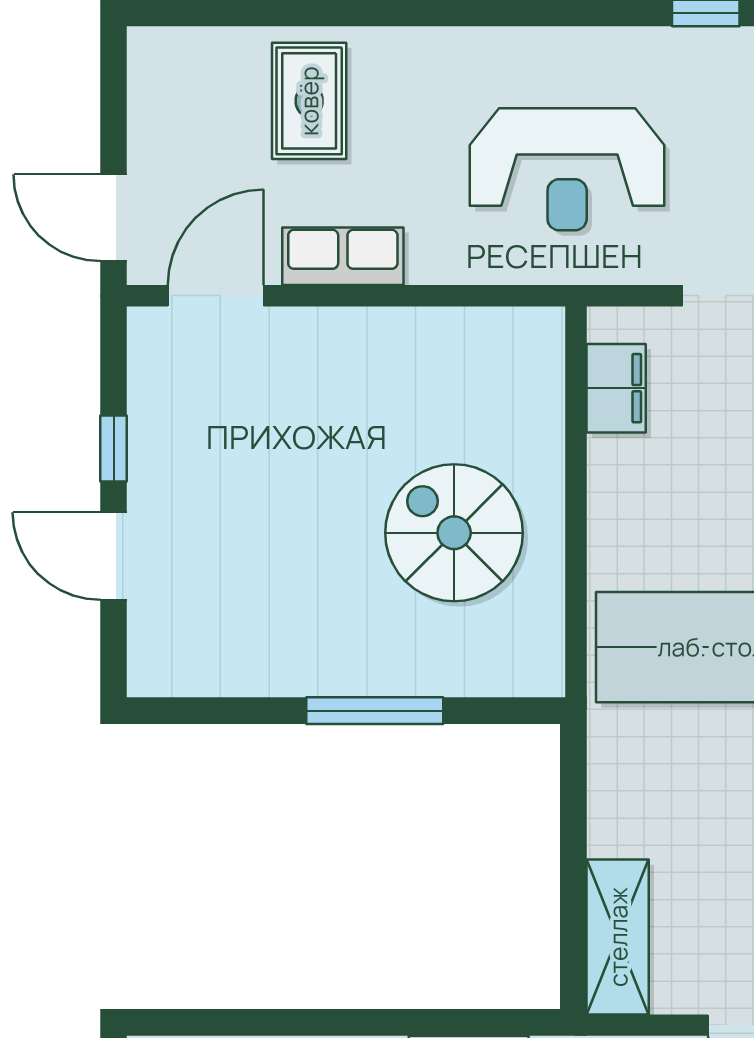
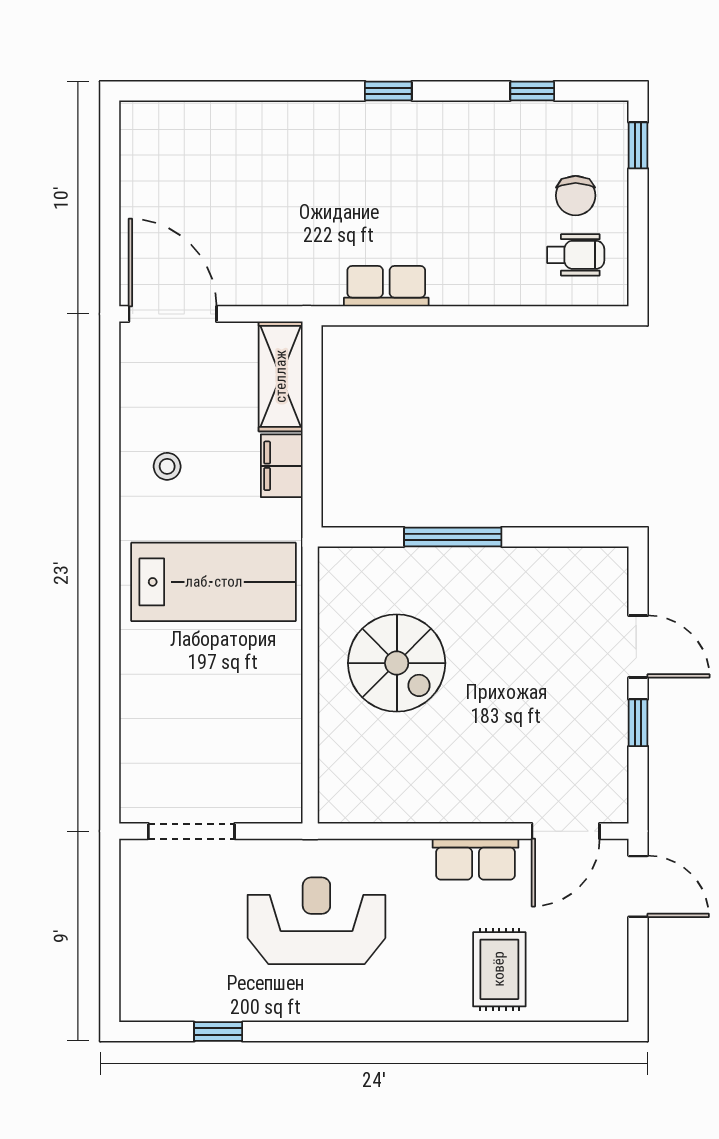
filing cabinet: (616, 388) -> (282, 466), moved

